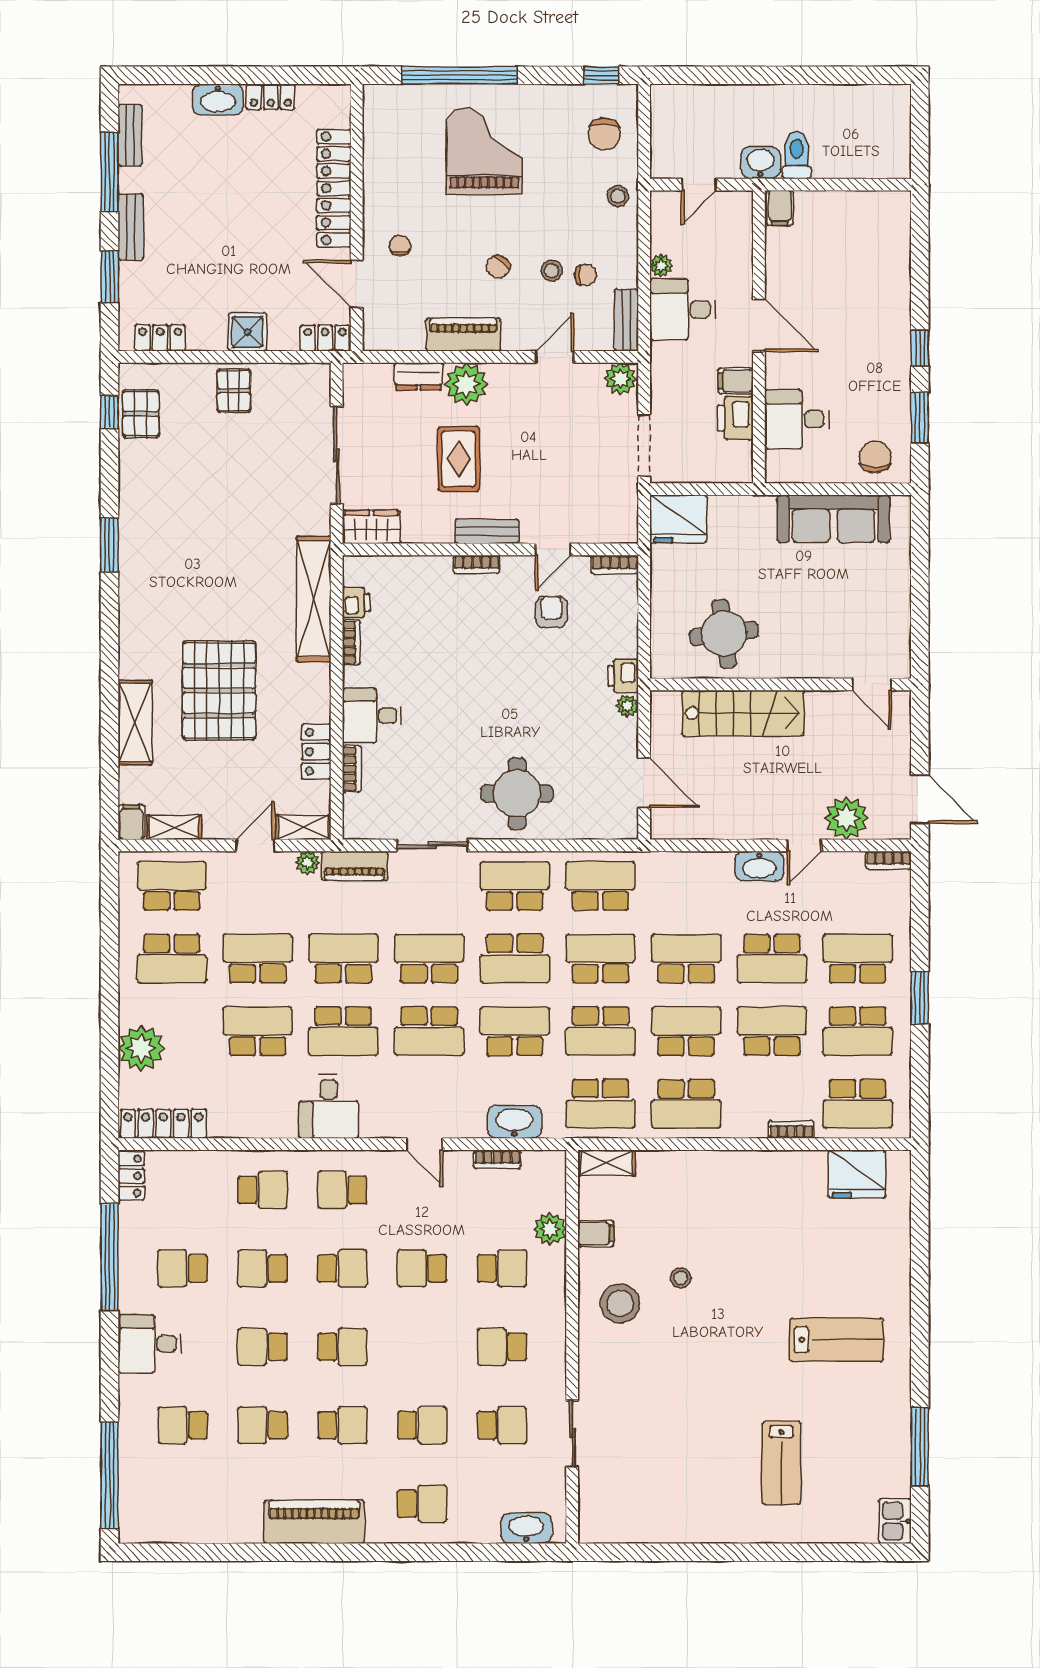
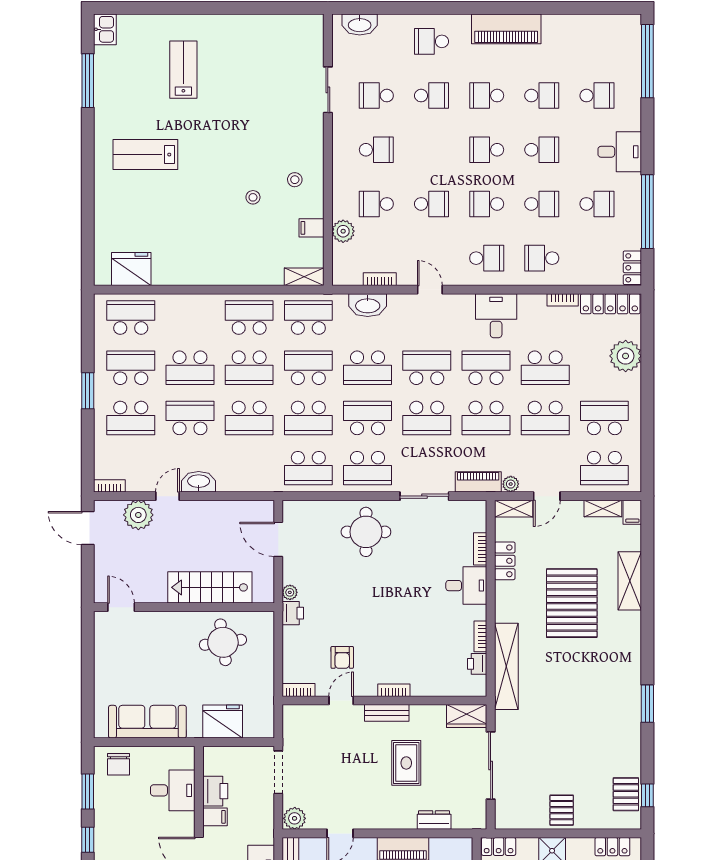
plant: (466, 384) -> (401, 815), removed
fridge: (678, 519) -> (223, 722), moved
bookcase: (791, 1129) -> (563, 300), moved
stool: (620, 1303) -> (295, 180), width x0.53, depth x0.53
school desk: (422, 1425) -> (431, 96), turned 180

